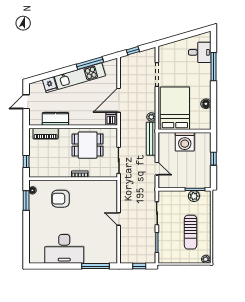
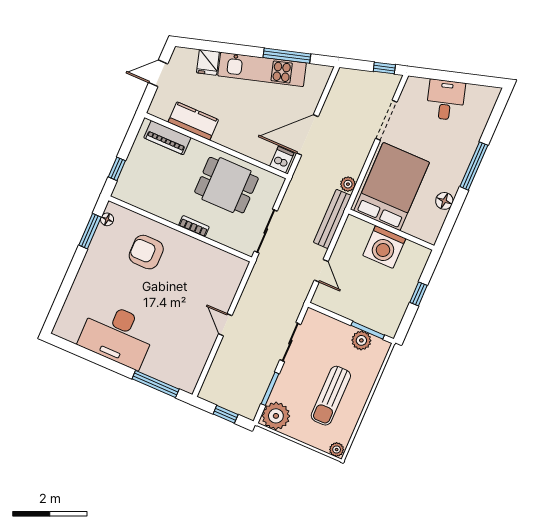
window: (133, 51) -> (384, 68), moved
desk: (200, 52) -> (446, 100), moved, turned -106
window: (213, 67) -> (474, 166), moved
plant: (166, 255) -> (276, 416), added

